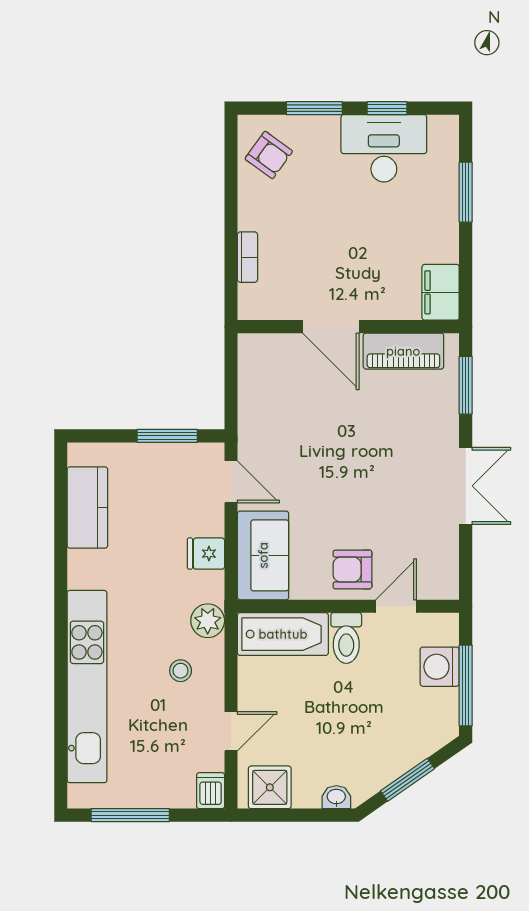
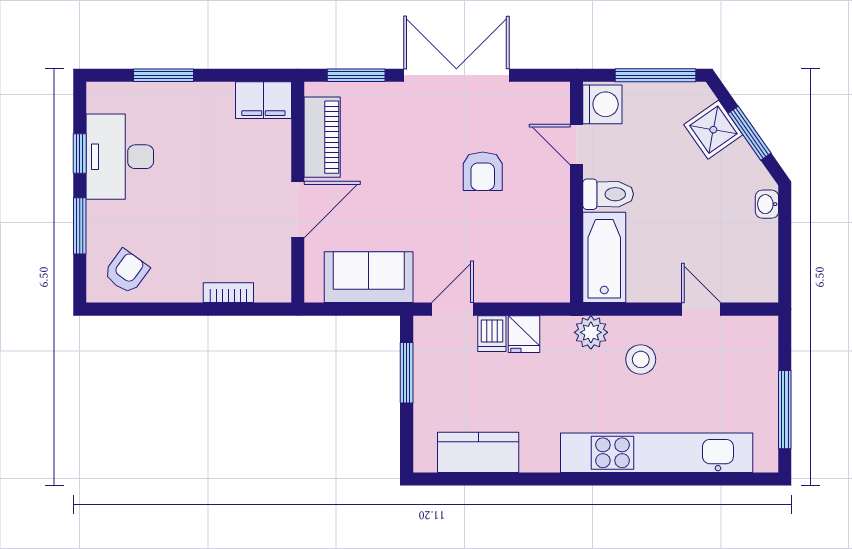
double door: (466, 486) -> (456, 75), width x1.37
sofa: (263, 555) -> (369, 277), moved
armchair: (352, 569) -> (483, 171), moved
washing machine: (440, 667) -> (602, 104), moved, turned -90
stool: (181, 671) -> (641, 359), width x1.37, depth x1.37
shower: (270, 787) -> (713, 130), moved, turned -35
dishwasher: (211, 791) -> (492, 334), moved, turned -90

